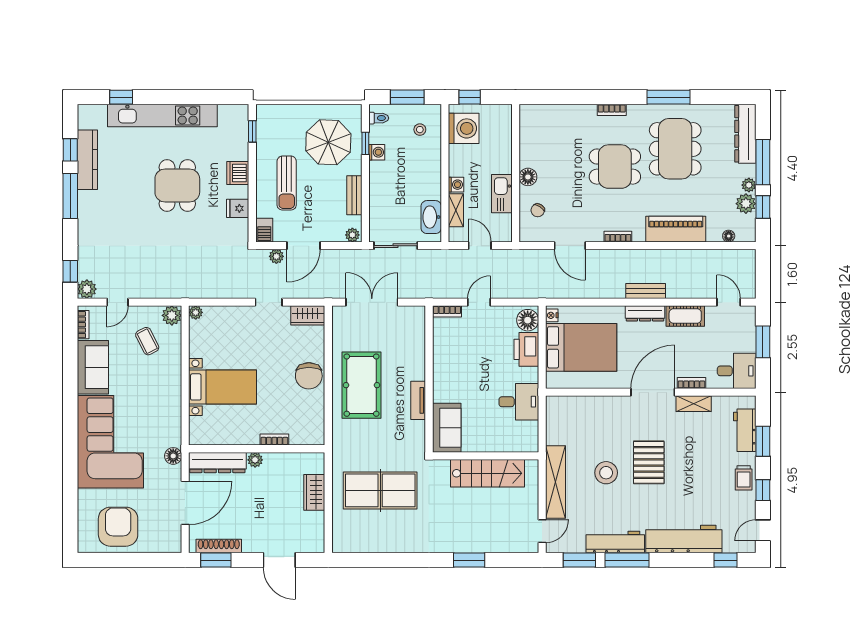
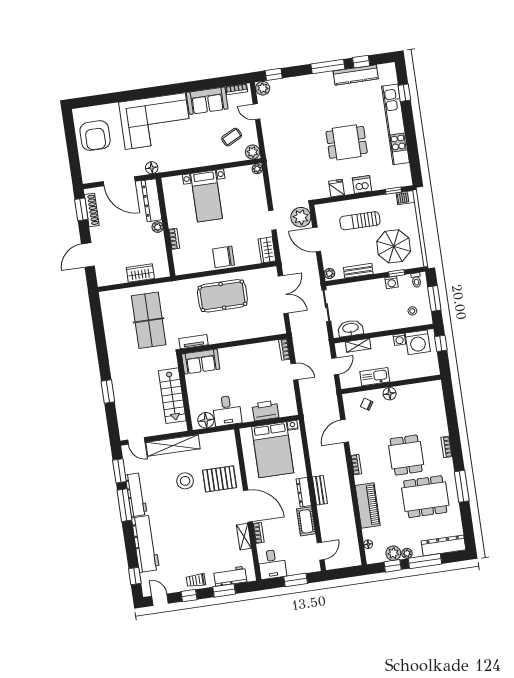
washing machine: (456, 185) -> (399, 339), moved
barbecue: (264, 230) -> (406, 198), moved
plant: (276, 256) -> (301, 217), width x1.87, depth x1.87
floor lamp: (528, 320) -> (206, 420), moved
tv unit: (418, 400) -> (193, 342), moved
pallet: (649, 462) -> (220, 479), moved
armchair: (118, 527) -> (95, 136), turned 90

